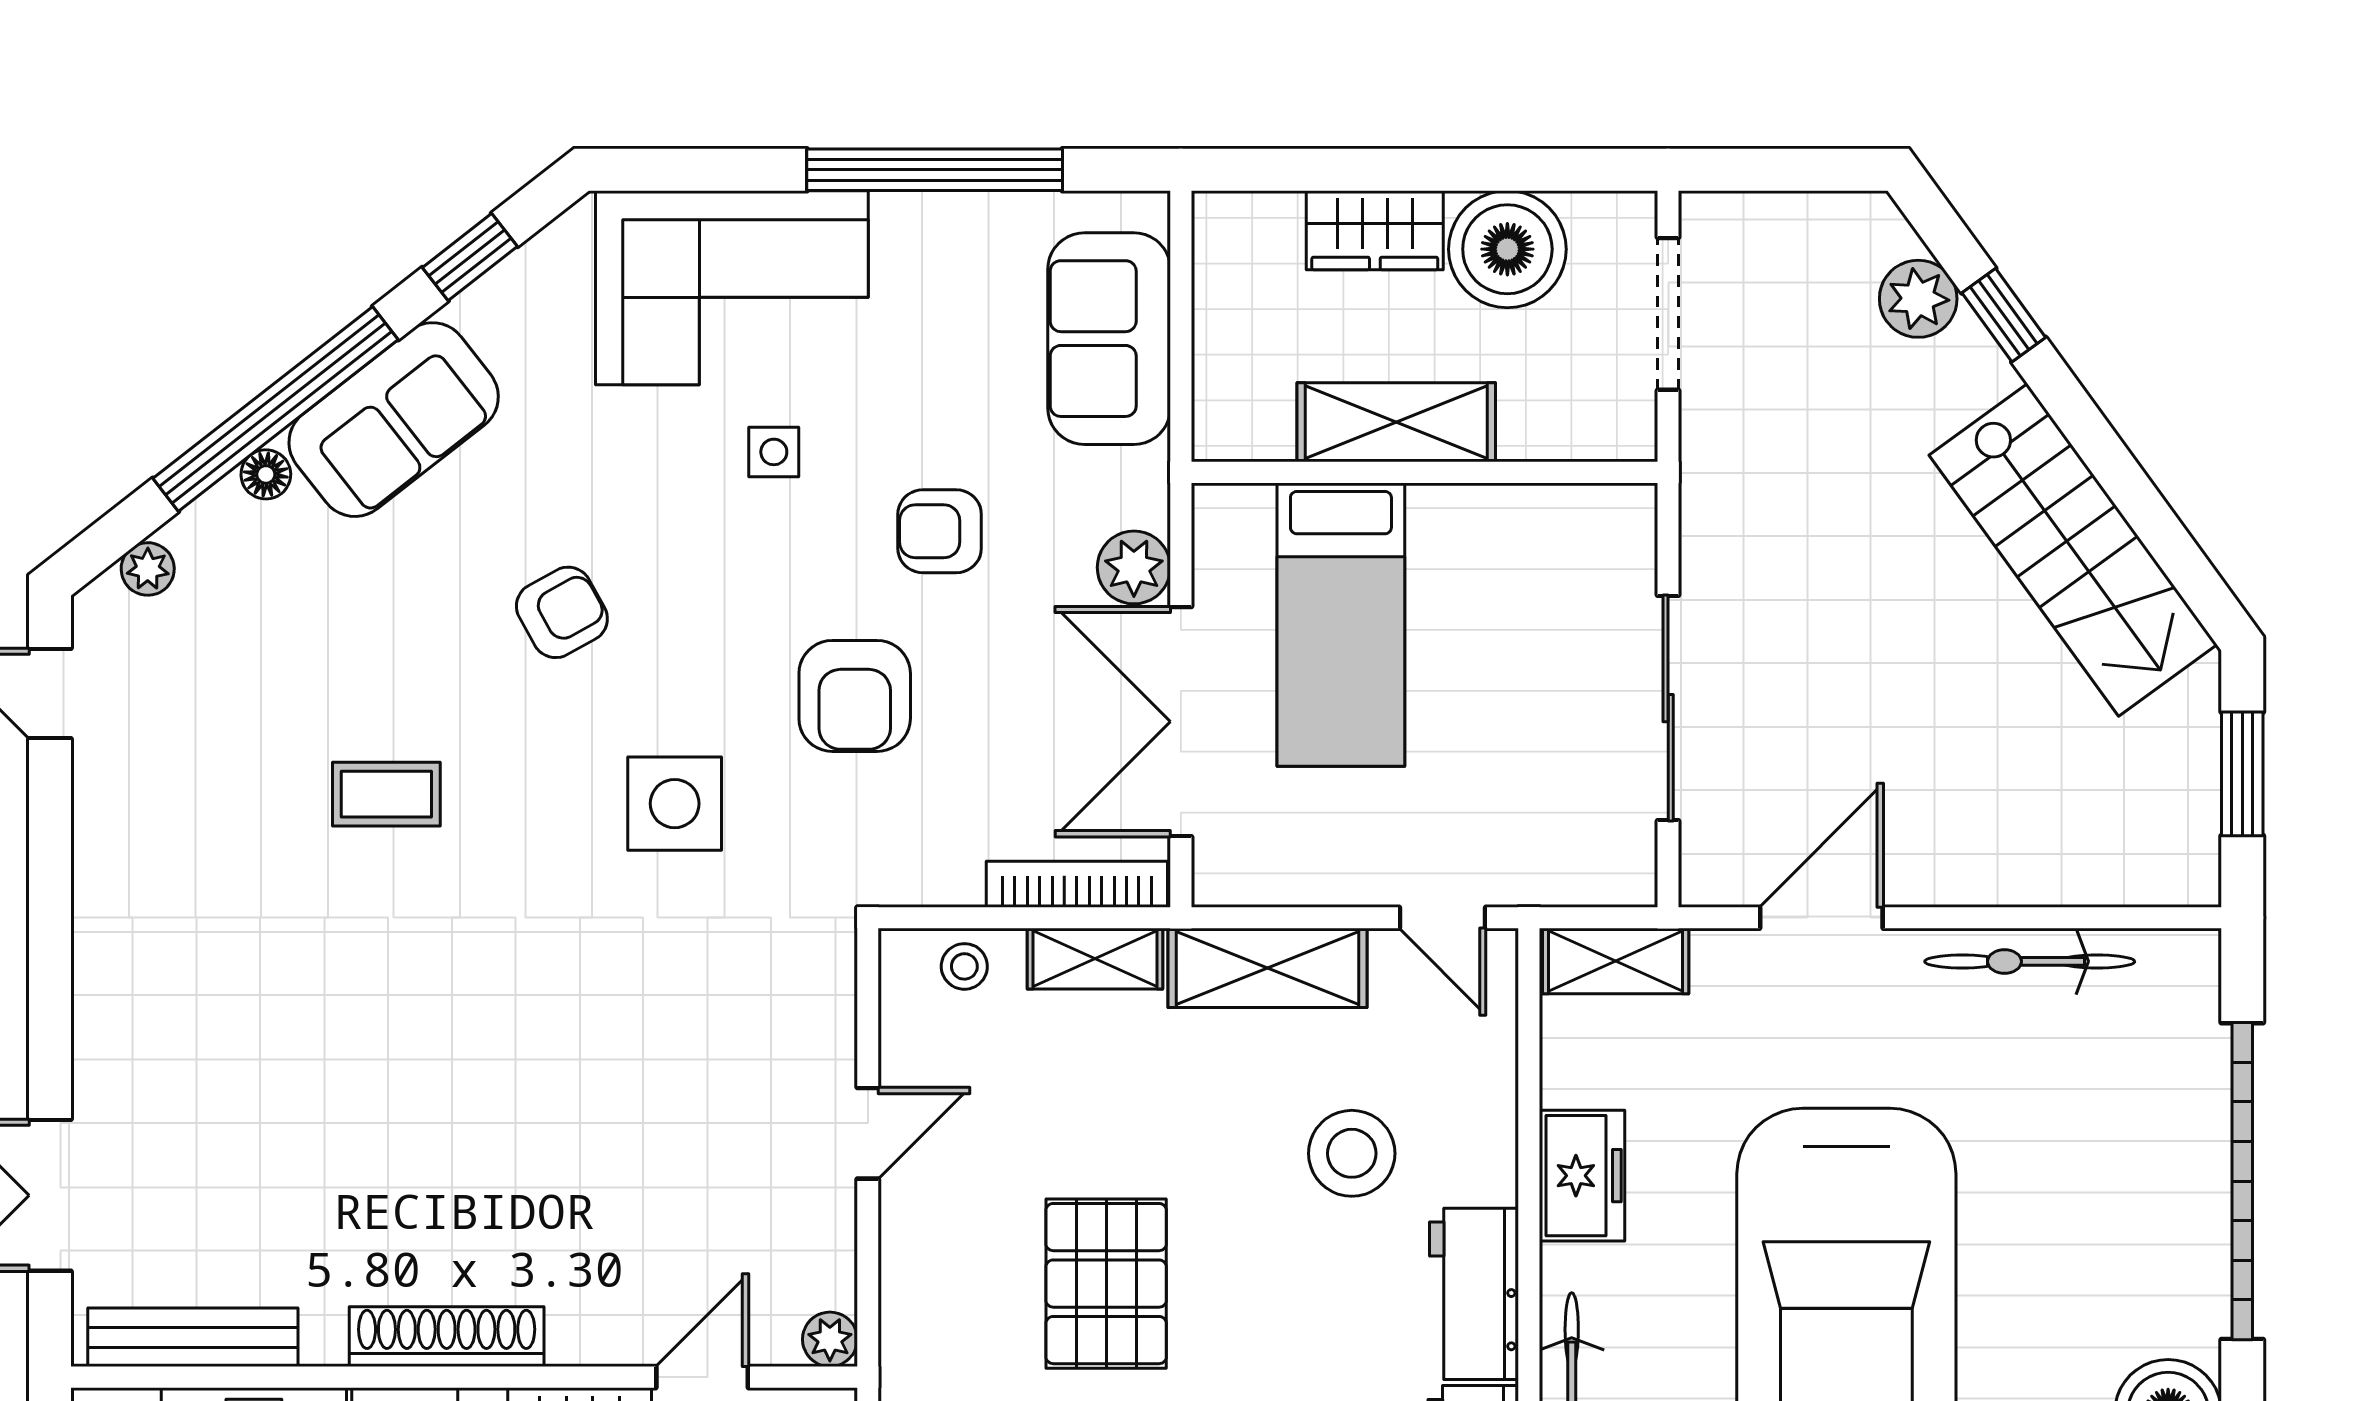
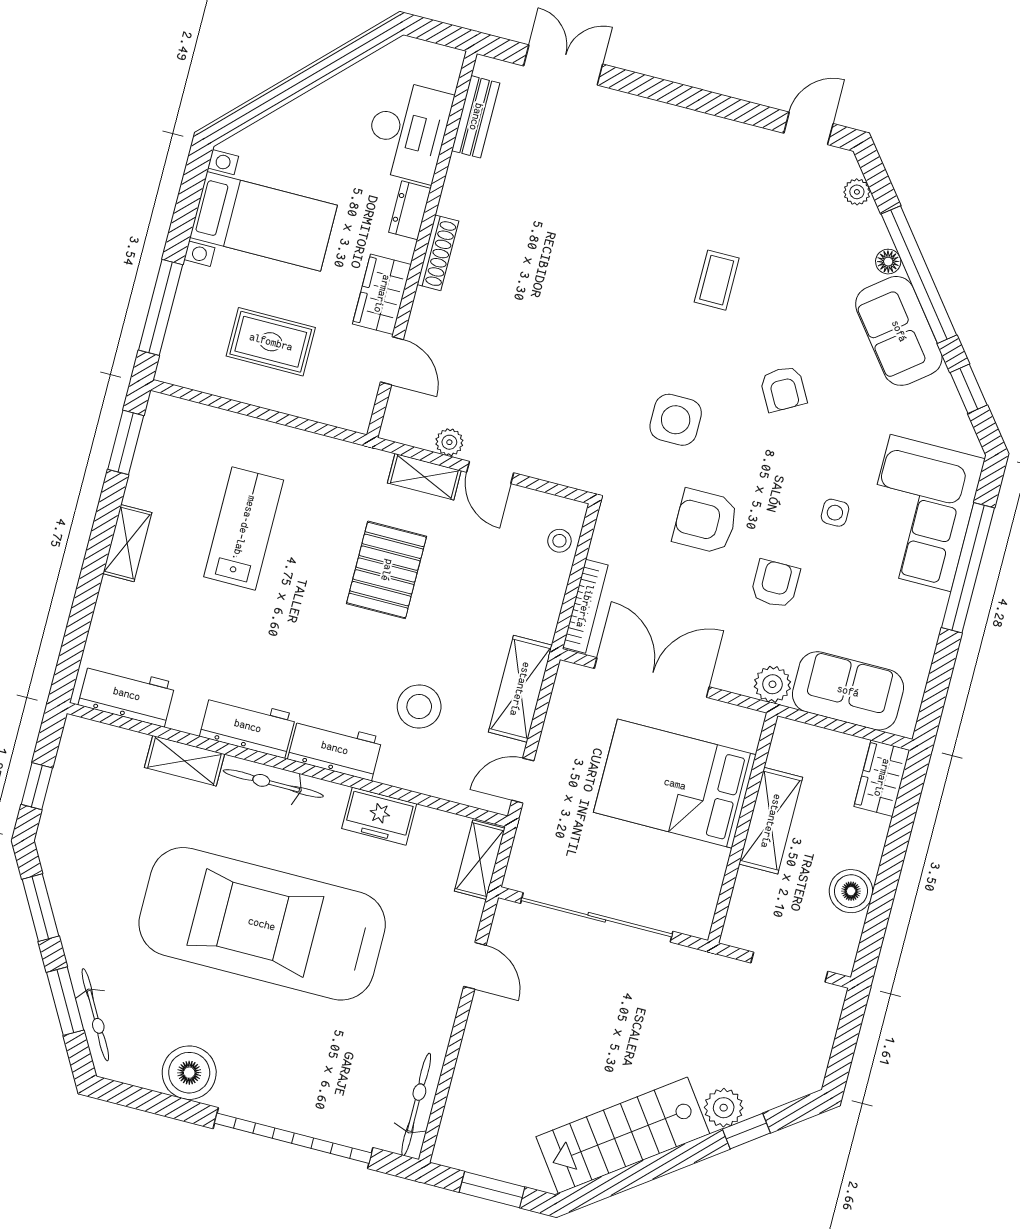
window: (935, 170) -> (968, 568), moved
wardrobe: (1375, 230) -> (882, 778), moved
boiler: (1507, 249) -> (851, 891), width x0.73, depth x0.73
plant: (1918, 299) -> (724, 1108), moved
plant: (1134, 567) -> (772, 684), moved
bed: (1341, 625) -> (675, 784), width x1.50
sliding door: (1668, 708) -> (597, 917), width x1.36
door: (1821, 918) -> (475, 966), width x0.73
shelving: (1095, 959) -> (424, 477), moved, turned 90
bicycle: (2030, 961) -> (416, 1104), moved
pallet: (1106, 1284) -> (387, 570), turned 90
bench: (193, 1337) -> (476, 117), width x0.73
shoe rack: (447, 1337) -> (438, 253), width x0.74, depth x0.81
plant: (830, 1339) -> (449, 442), moved

